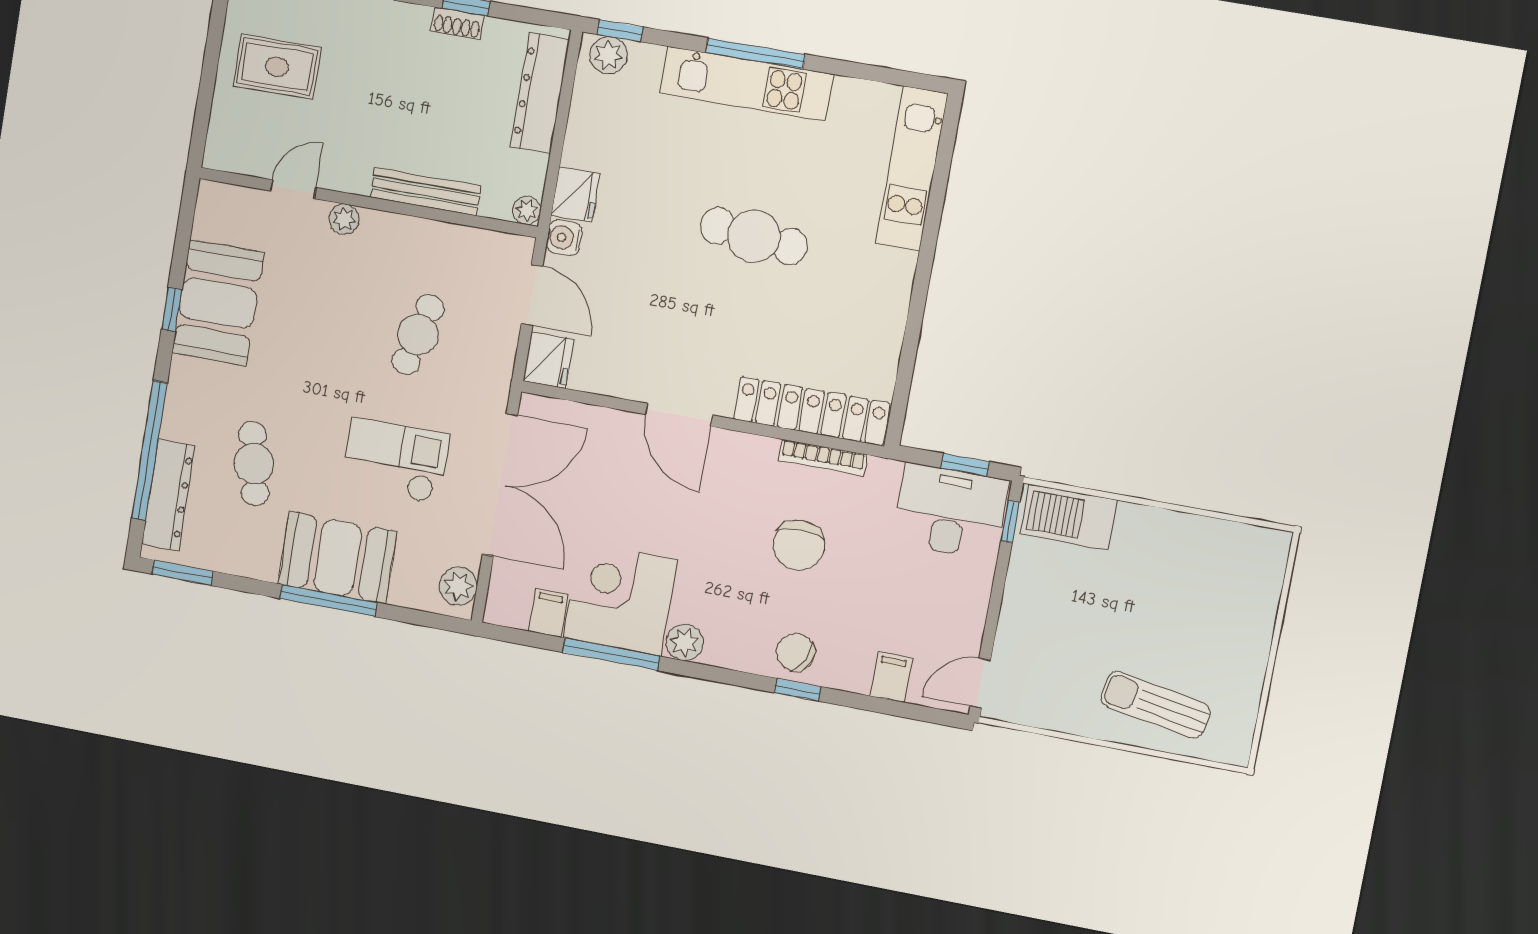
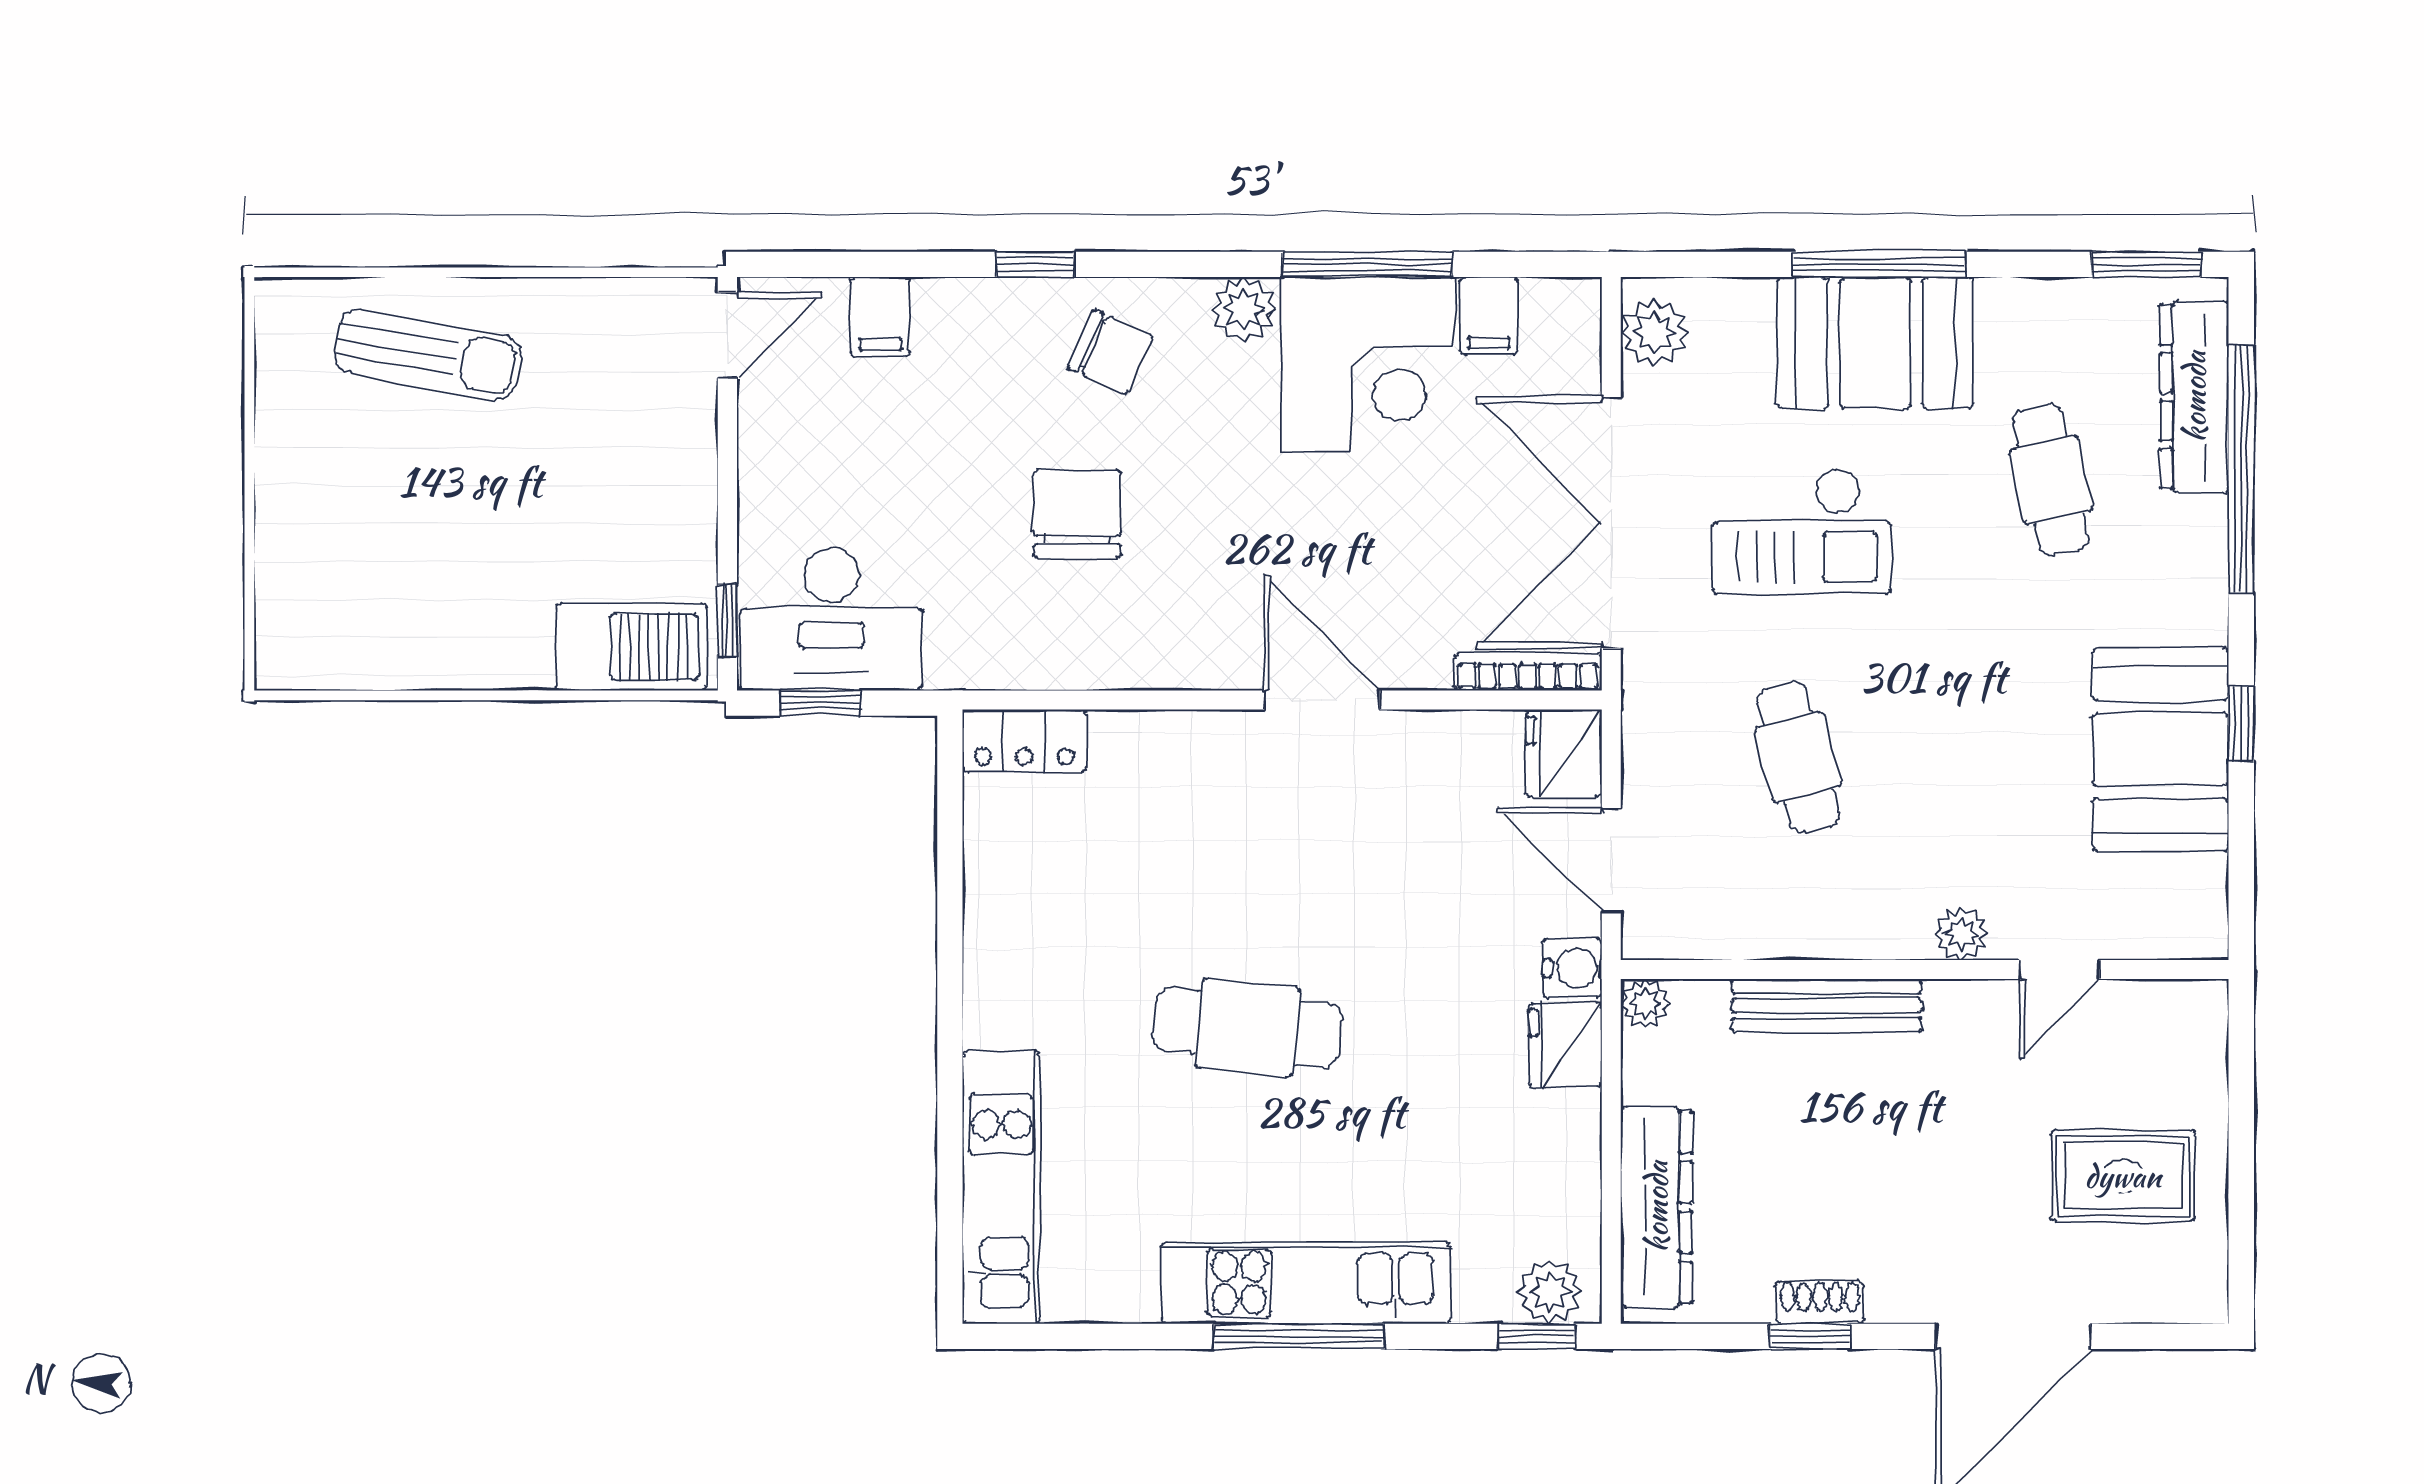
cafe table: (418, 334) -> (1798, 757), turned -30
locker: (812, 411) -> (1025, 741), width x0.46, depth x0.83
bookcase: (823, 457) -> (1528, 672), moved
chair: (795, 652) -> (1110, 352), moved

